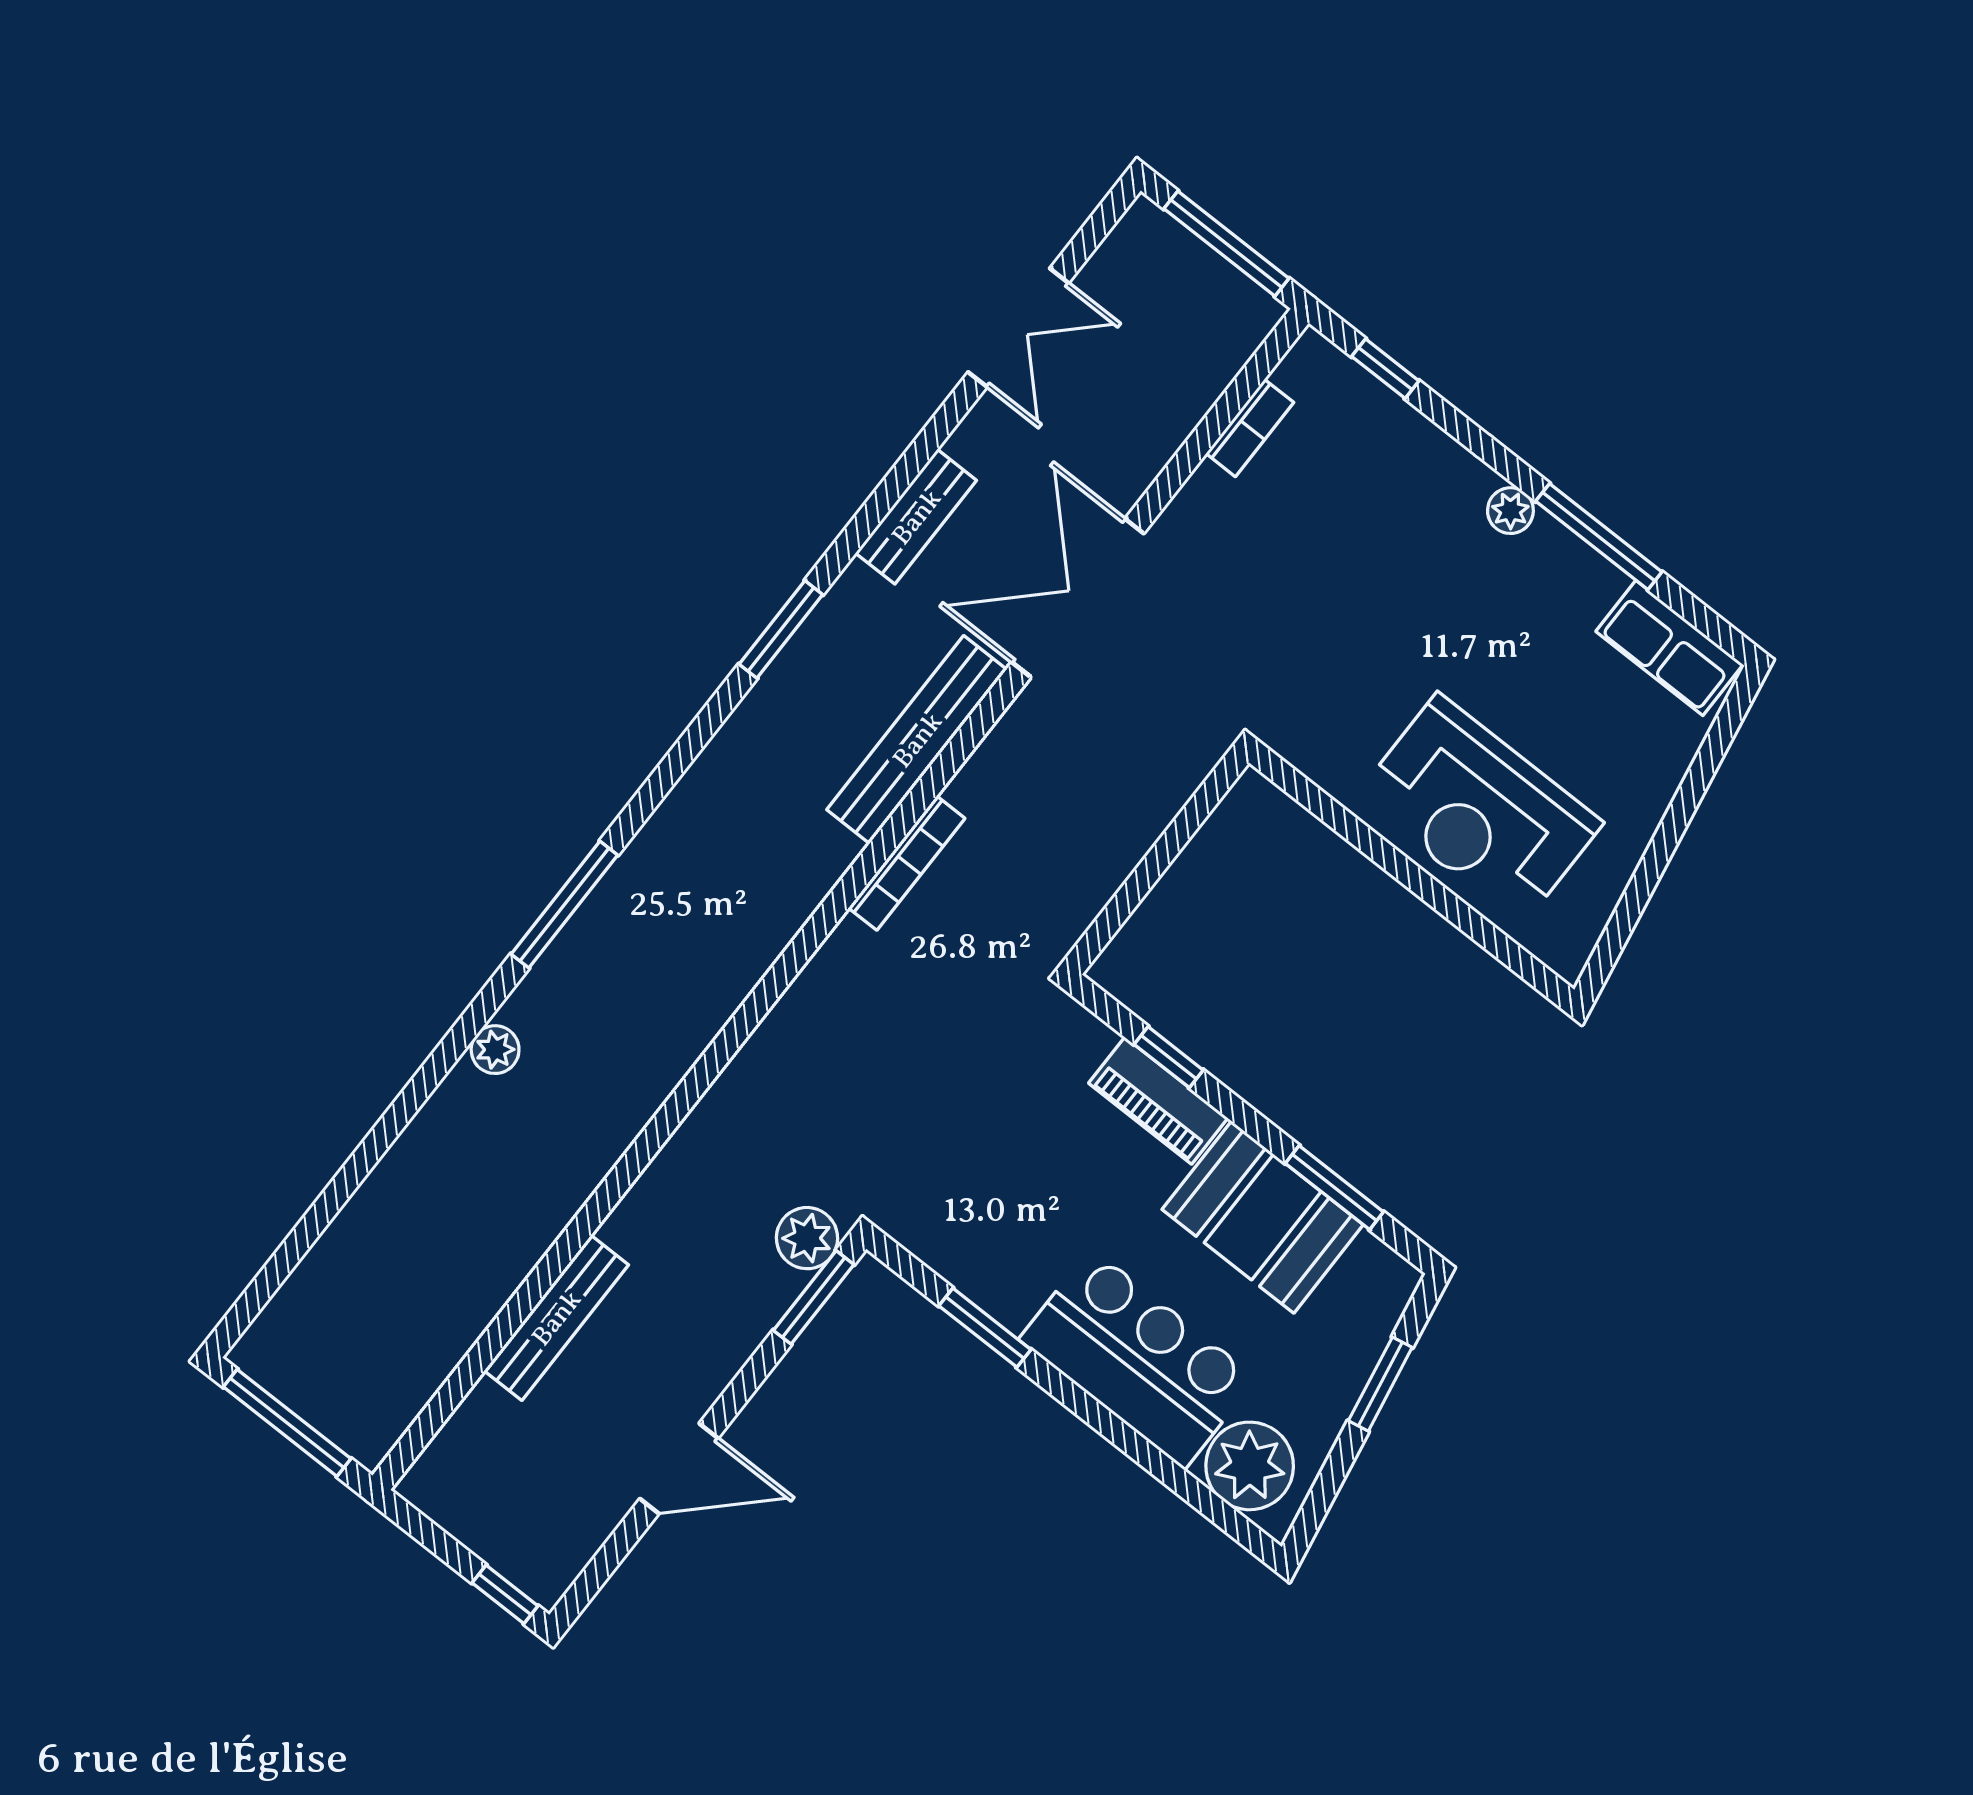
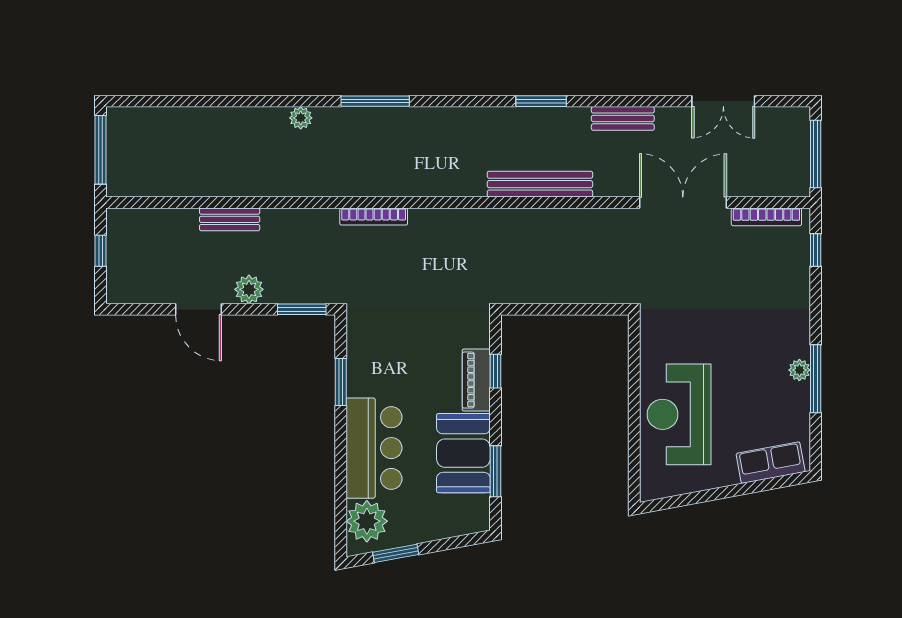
bookcase: (1250, 428) -> (766, 217), width x1.56
plant: (1510, 511) -> (799, 370), moved
double door: (1078, 598) -> (683, 203), moved
row of seats: (1669, 648) -> (771, 463), moved, turned 79
bookcase: (907, 863) -> (374, 217), moved
plant: (807, 1238) -> (249, 289), moved
bench: (556, 1318) -> (230, 219), width x0.73
window: (1380, 1384) -> (396, 553), moved
window: (505, 1594) -> (101, 251), moved

